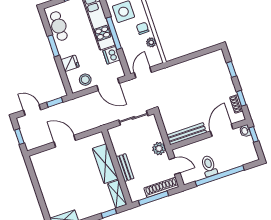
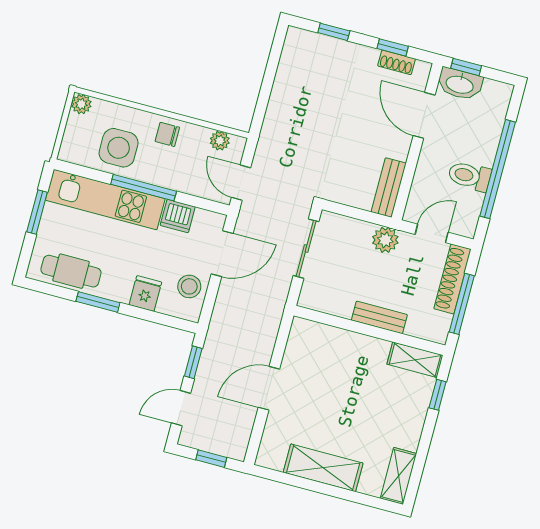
plant: (151, 42) -> (220, 141), moved
washbasin: (245, 131) -> (460, 84), width x1.91, depth x1.45
bench: (187, 134) -> (389, 188), width x0.73
shelving: (105, 164) -> (323, 468), moved

